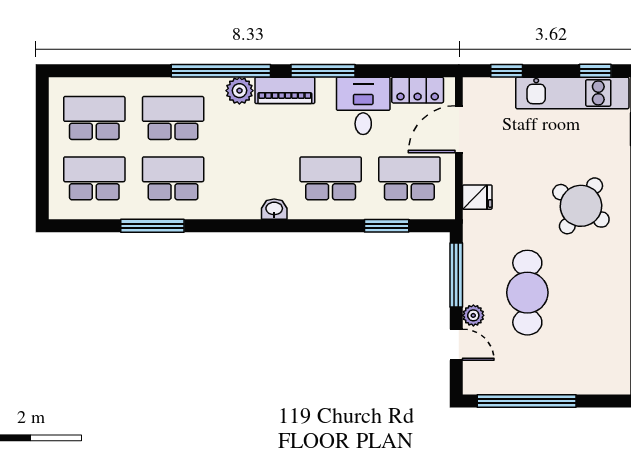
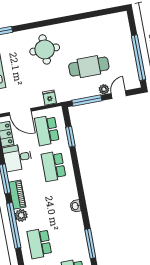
school desk: (173, 178) -> (67, 238), removed
round table: (581, 206) -> (45, 49), turned -34
washbasin: (274, 209) -> (75, 206), moved

